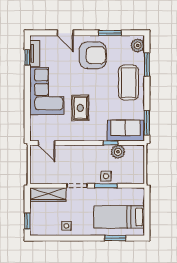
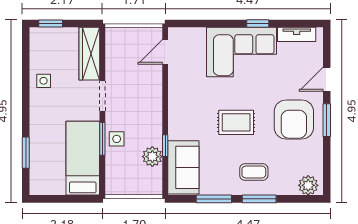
window: (110, 33) -> (327, 120), moved
window: (27, 57) -> (258, 23), moved
window: (147, 64) -> (259, 199), moved
coffee table: (129, 83) -> (254, 172), width x0.54, depth x0.58
rug: (80, 108) -> (236, 122), moved
window: (147, 123) -> (214, 199), moved
bed: (119, 217) -> (83, 158), moved

